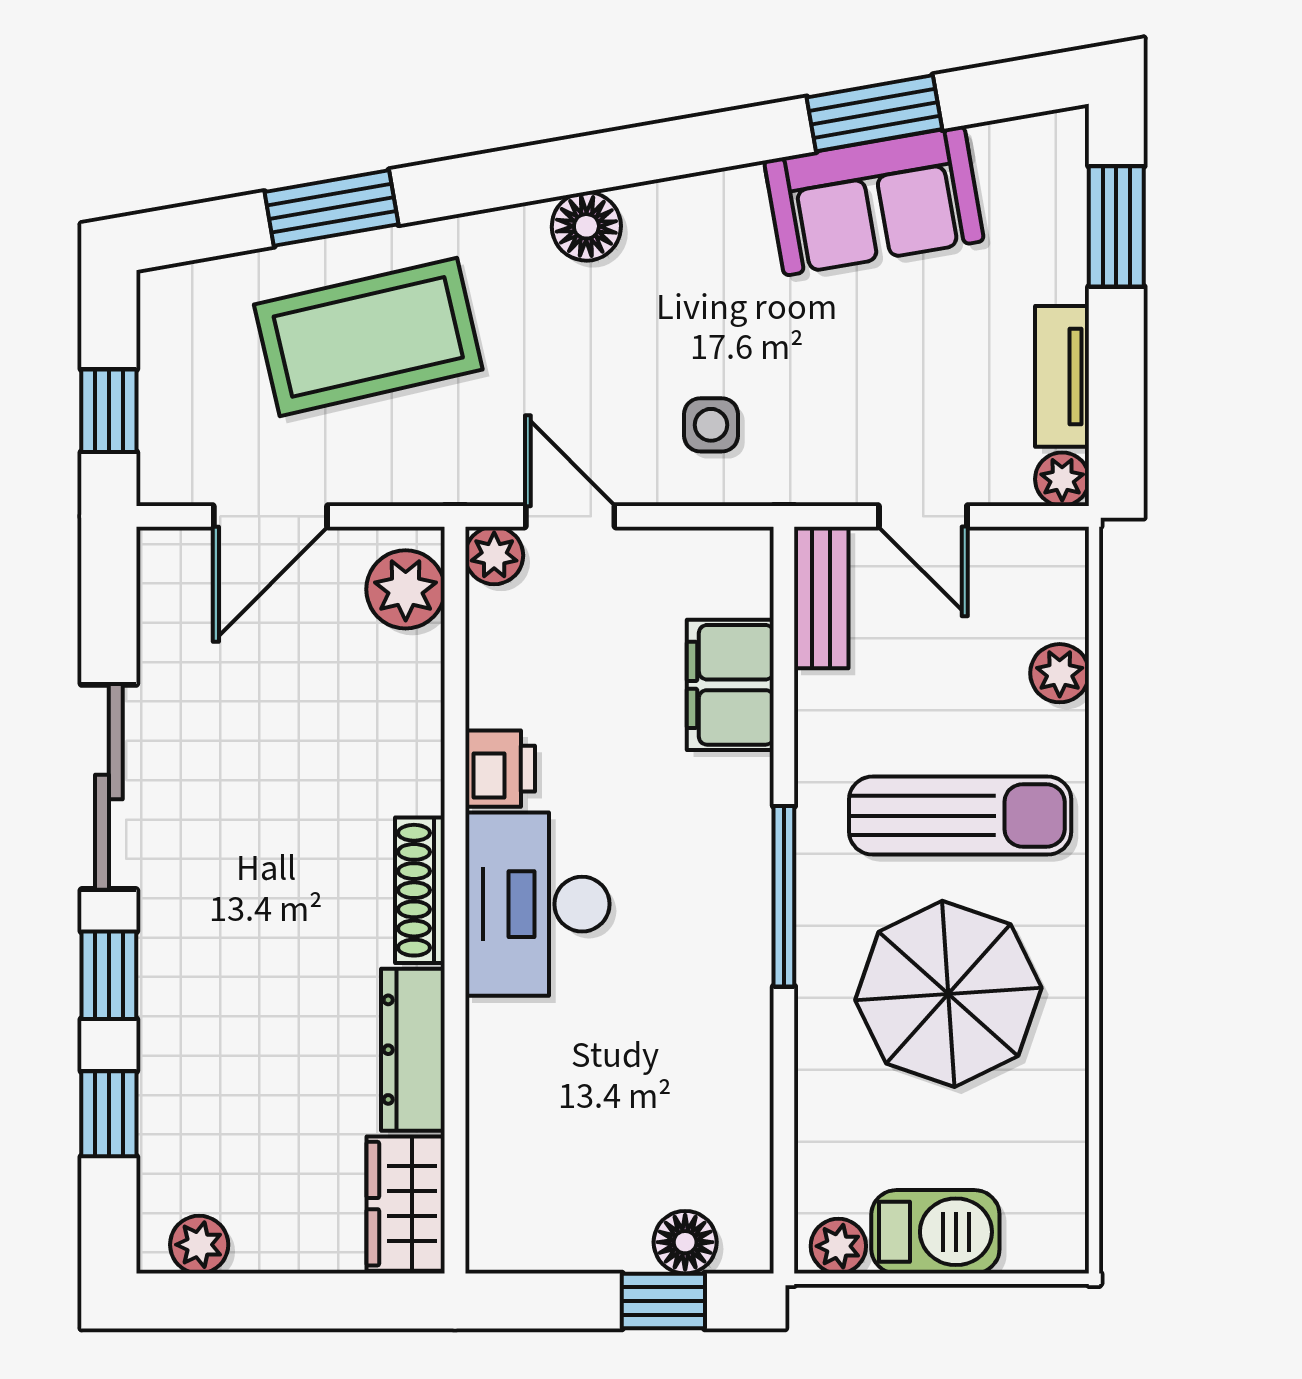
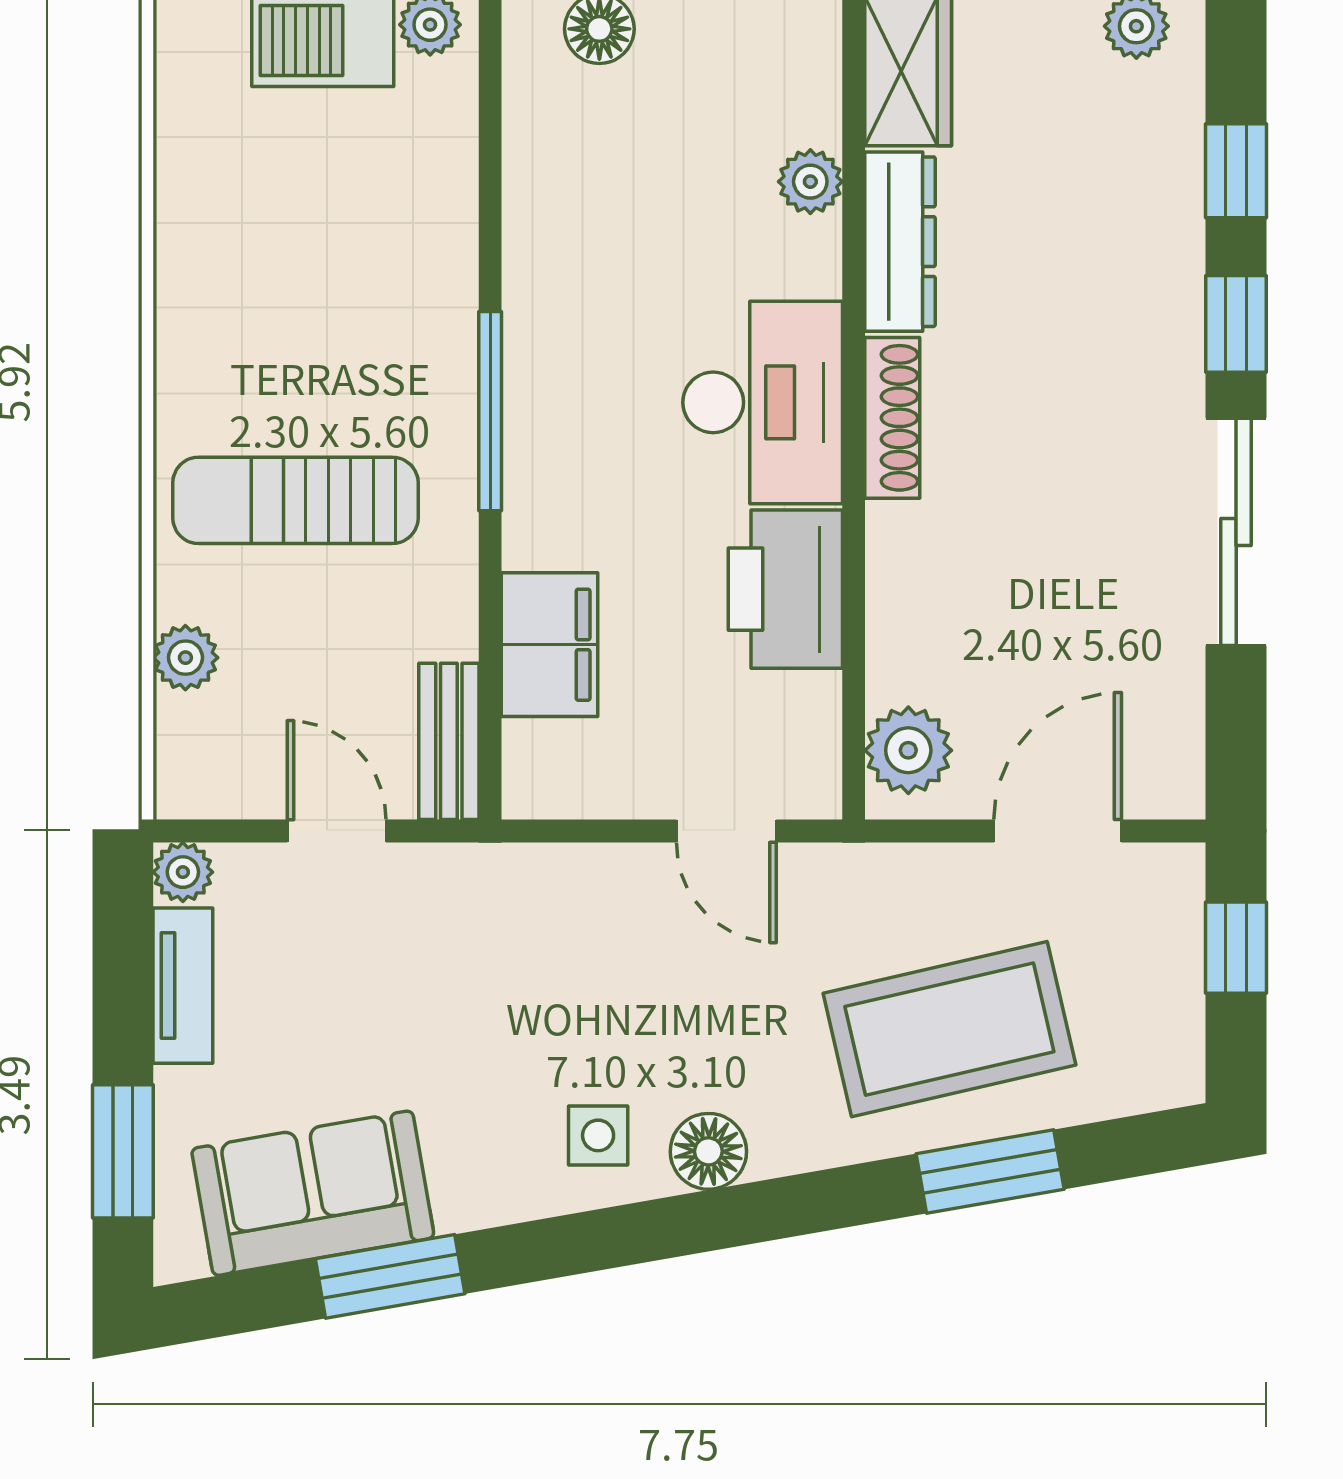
sofa: (874, 201) -> (313, 1193), moved
side table: (711, 425) -> (598, 1135), moved
plant: (494, 555) -> (810, 182), moved
printer: (500, 769) -> (785, 589), width x1.87, depth x1.48
parasol: (948, 994) -> (308, 303), removed

